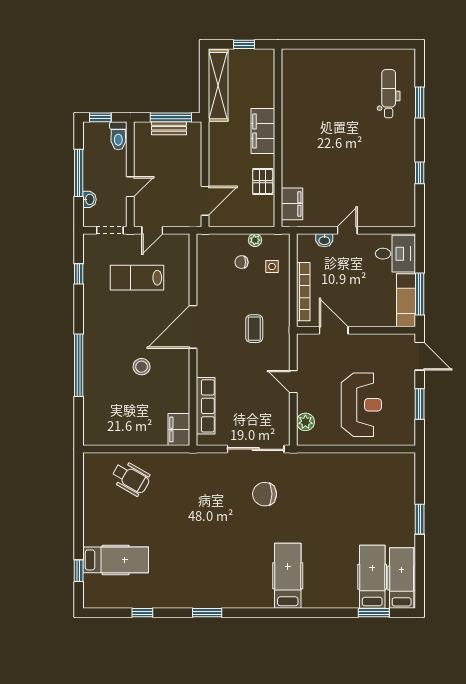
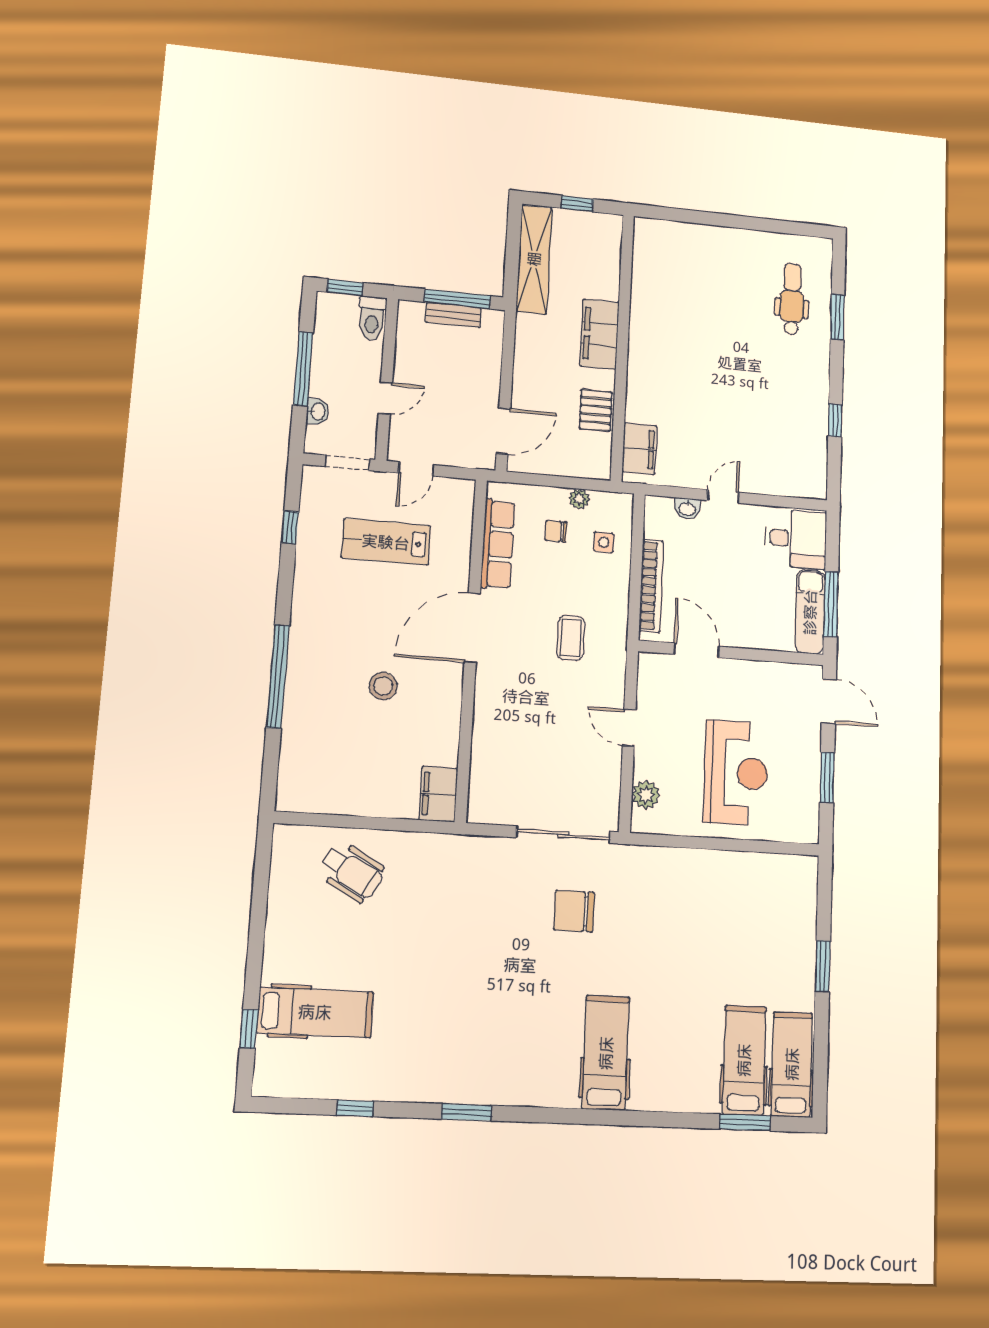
row of seats: (206, 406) -> (498, 544), moved

